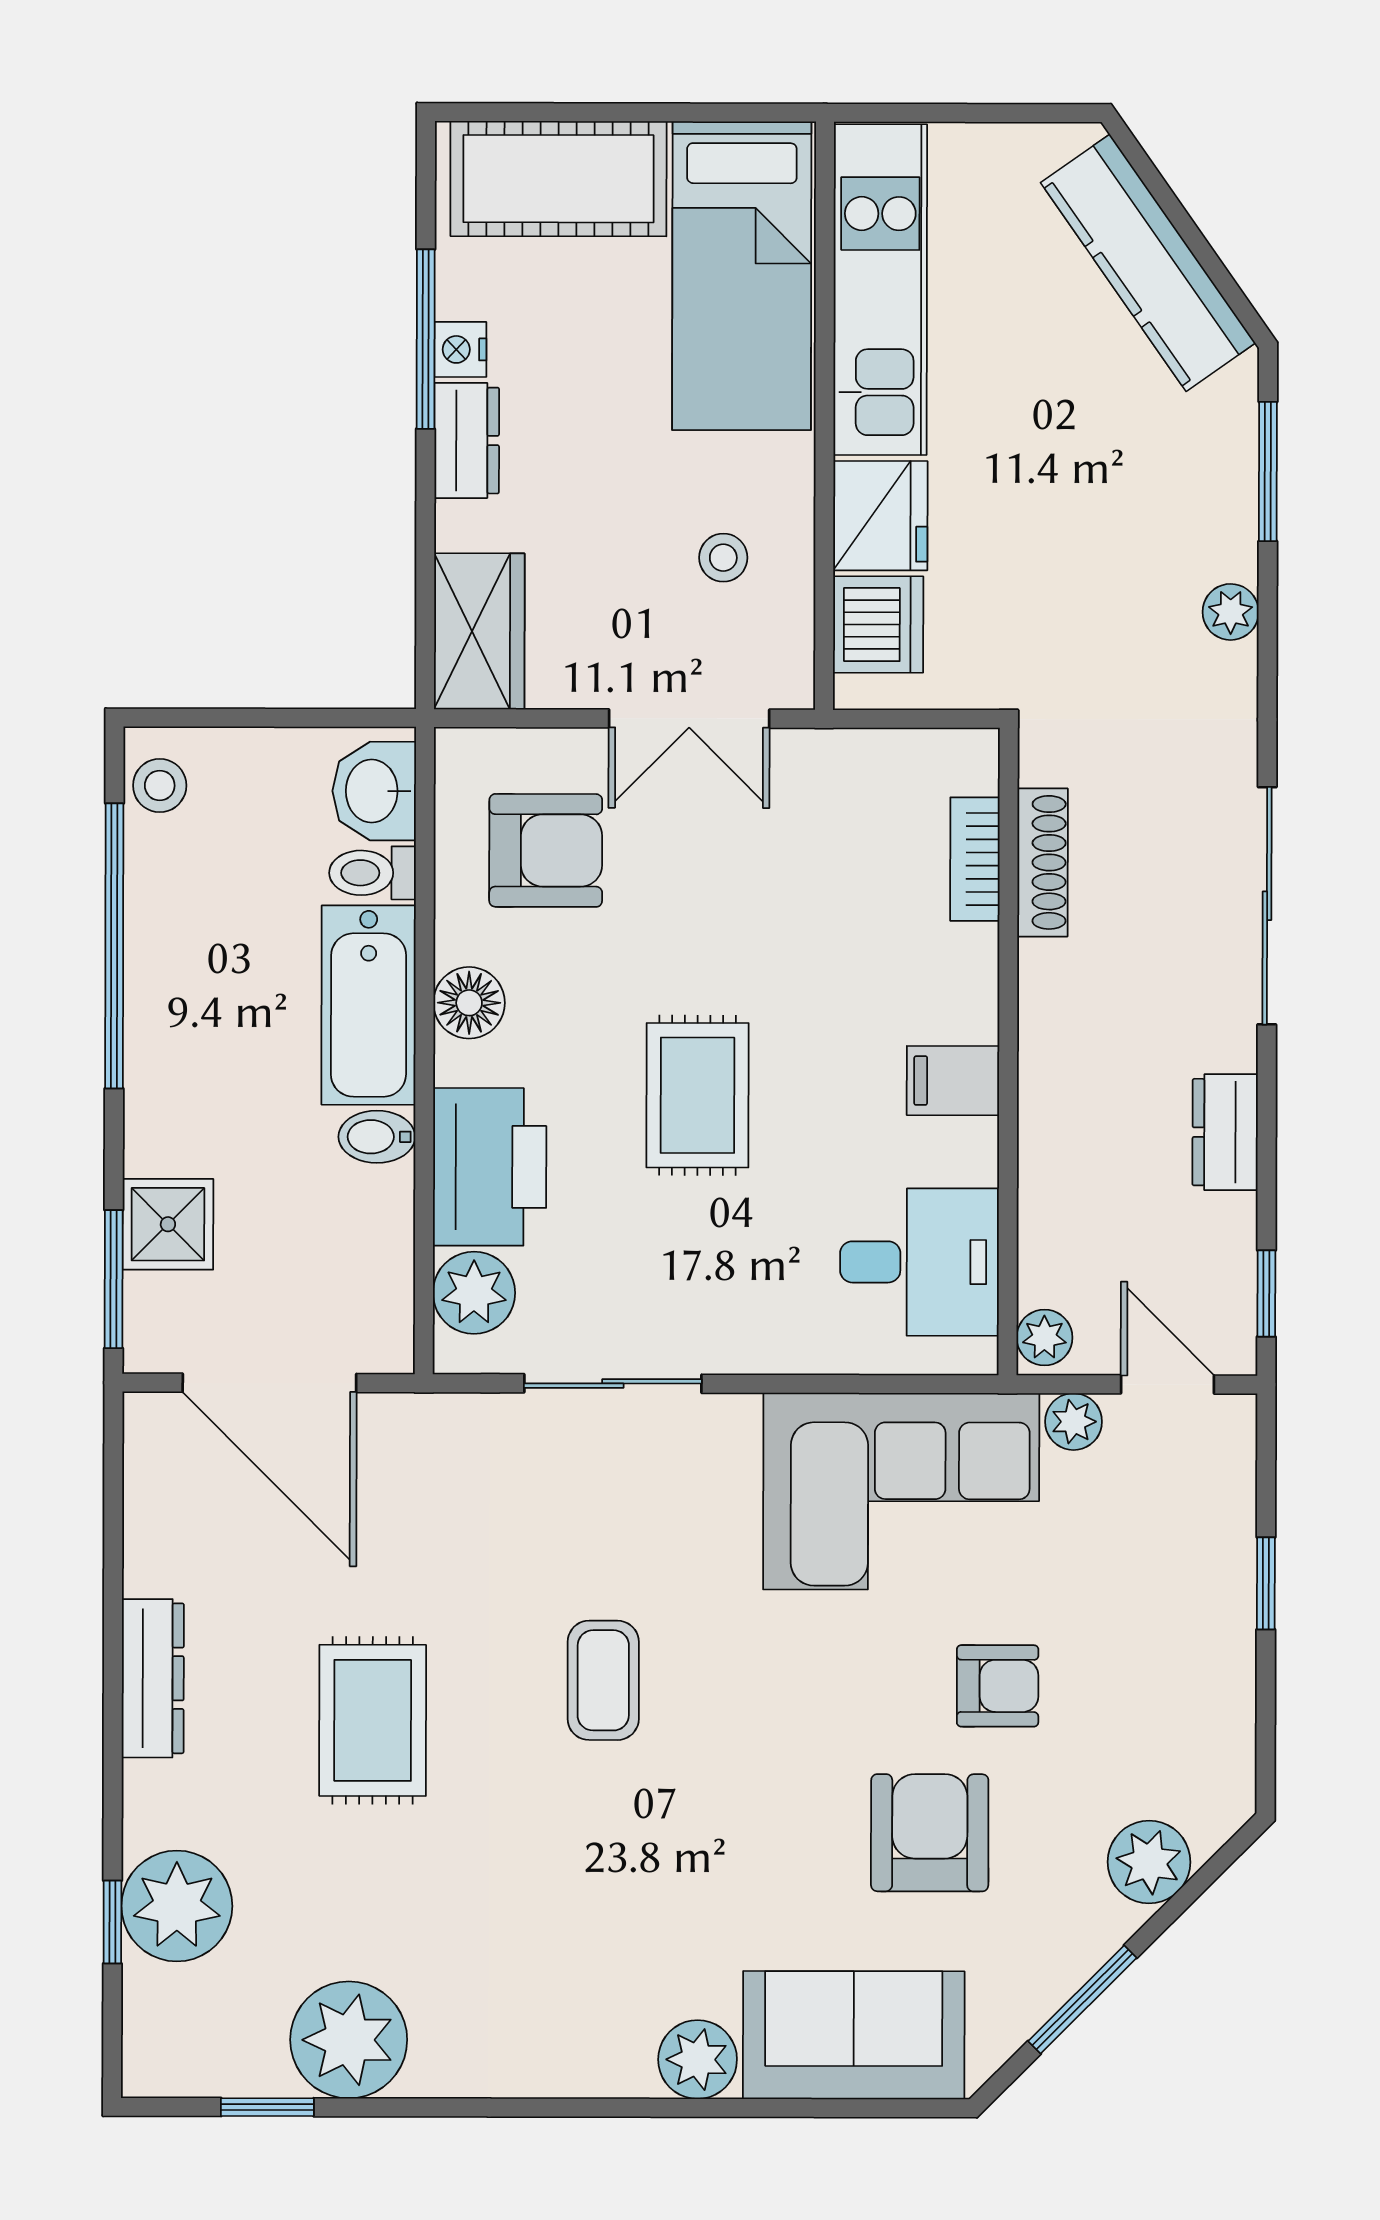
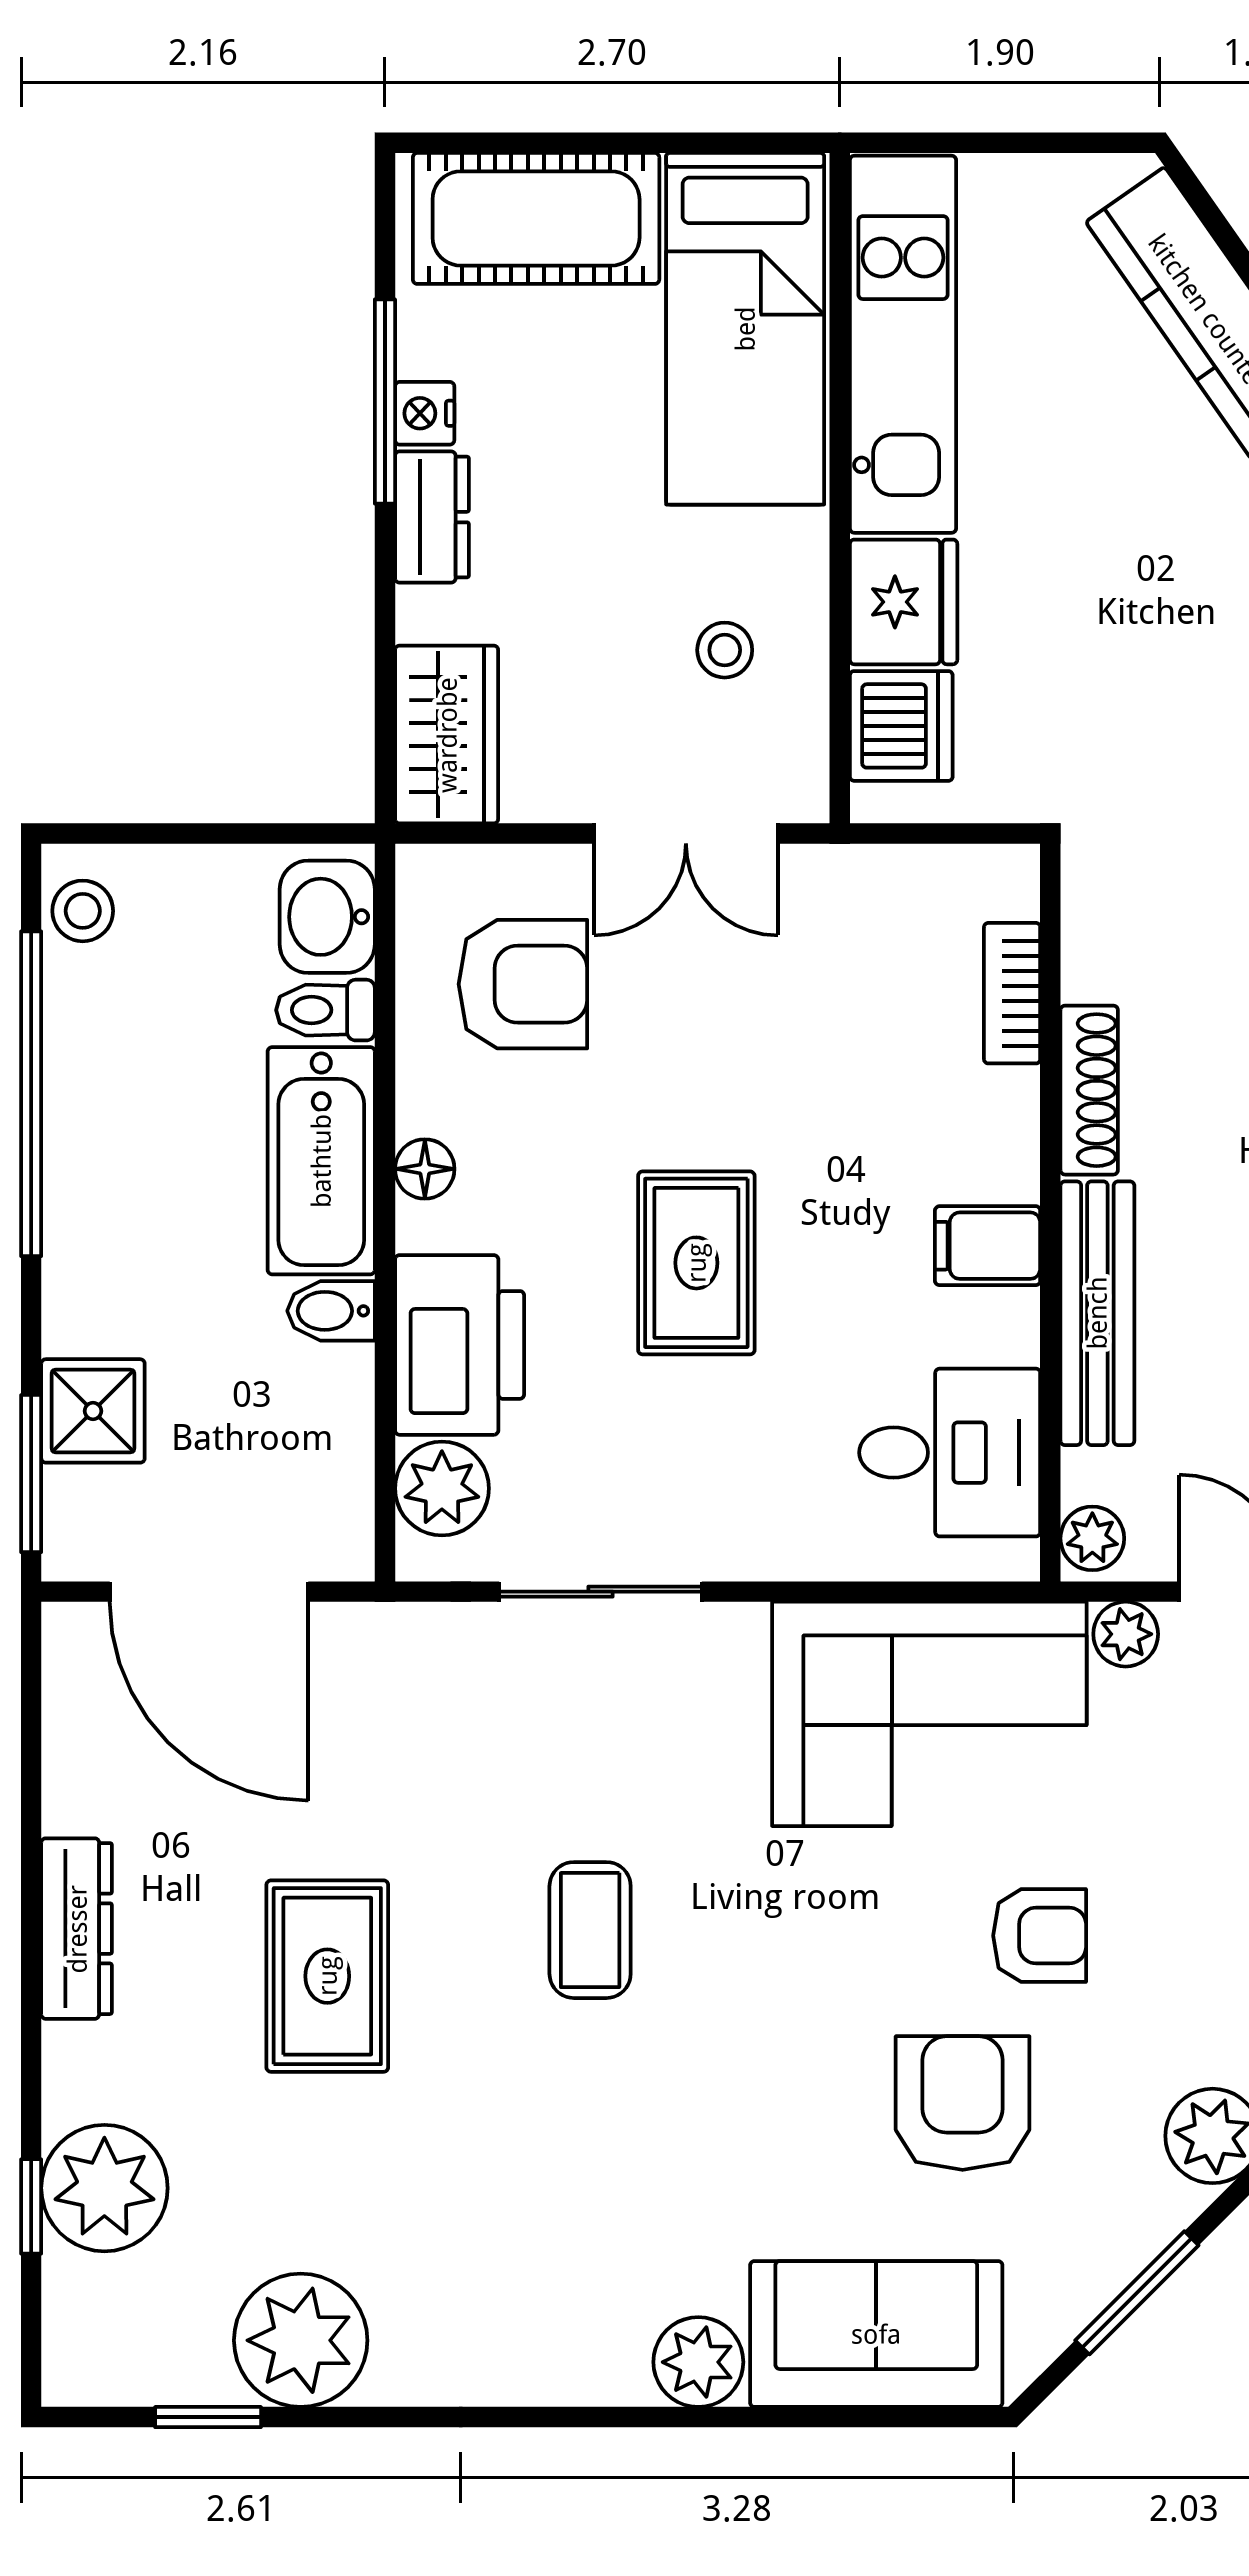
shoe rack: (1043, 862) -> (1089, 1090), moved
floor lamp: (469, 1003) -> (425, 1169), width x0.73, depth x0.73
bench: (1049, 1140) -> (1097, 1313), added

